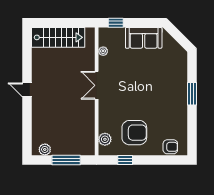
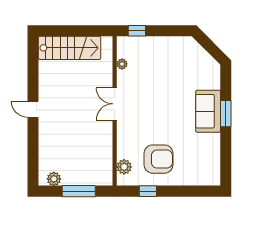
sofa: (144, 38) -> (208, 111), moved, turned 90
armchair: (170, 147) -> (201, 176), removed

